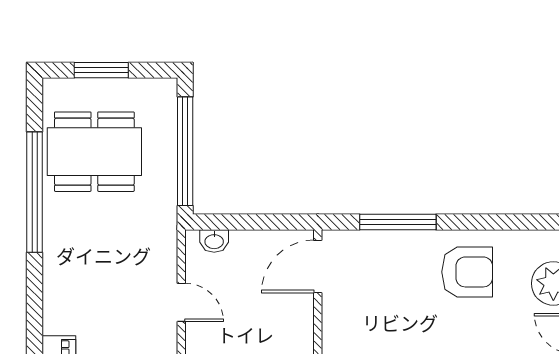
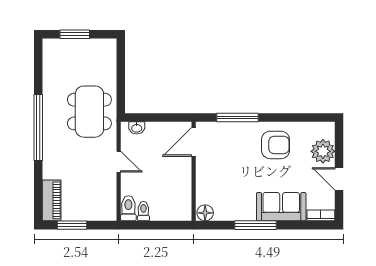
window: (185, 151) -> (121, 79), removed
dining table: (94, 152) -> (89, 112), moved, turned 90
window: (35, 192) -> (38, 128), moved

